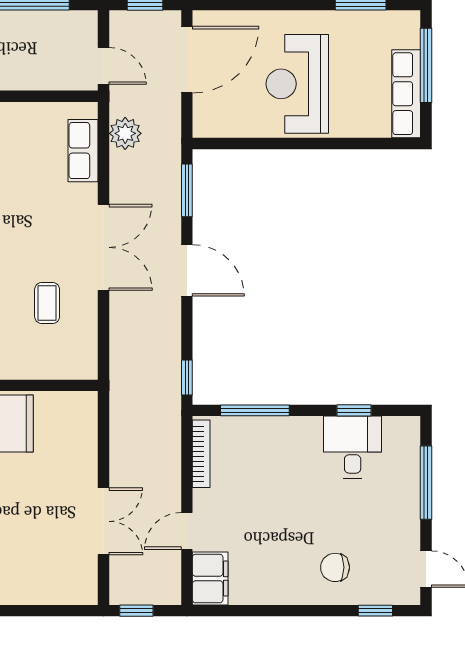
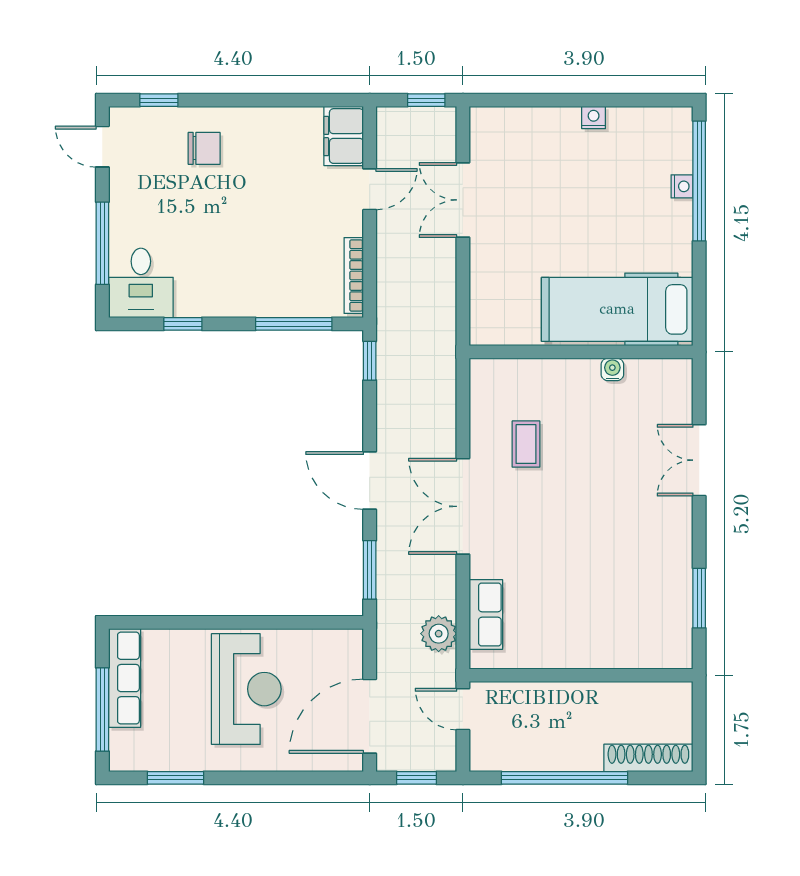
desk: (353, 447) -> (141, 283), moved

